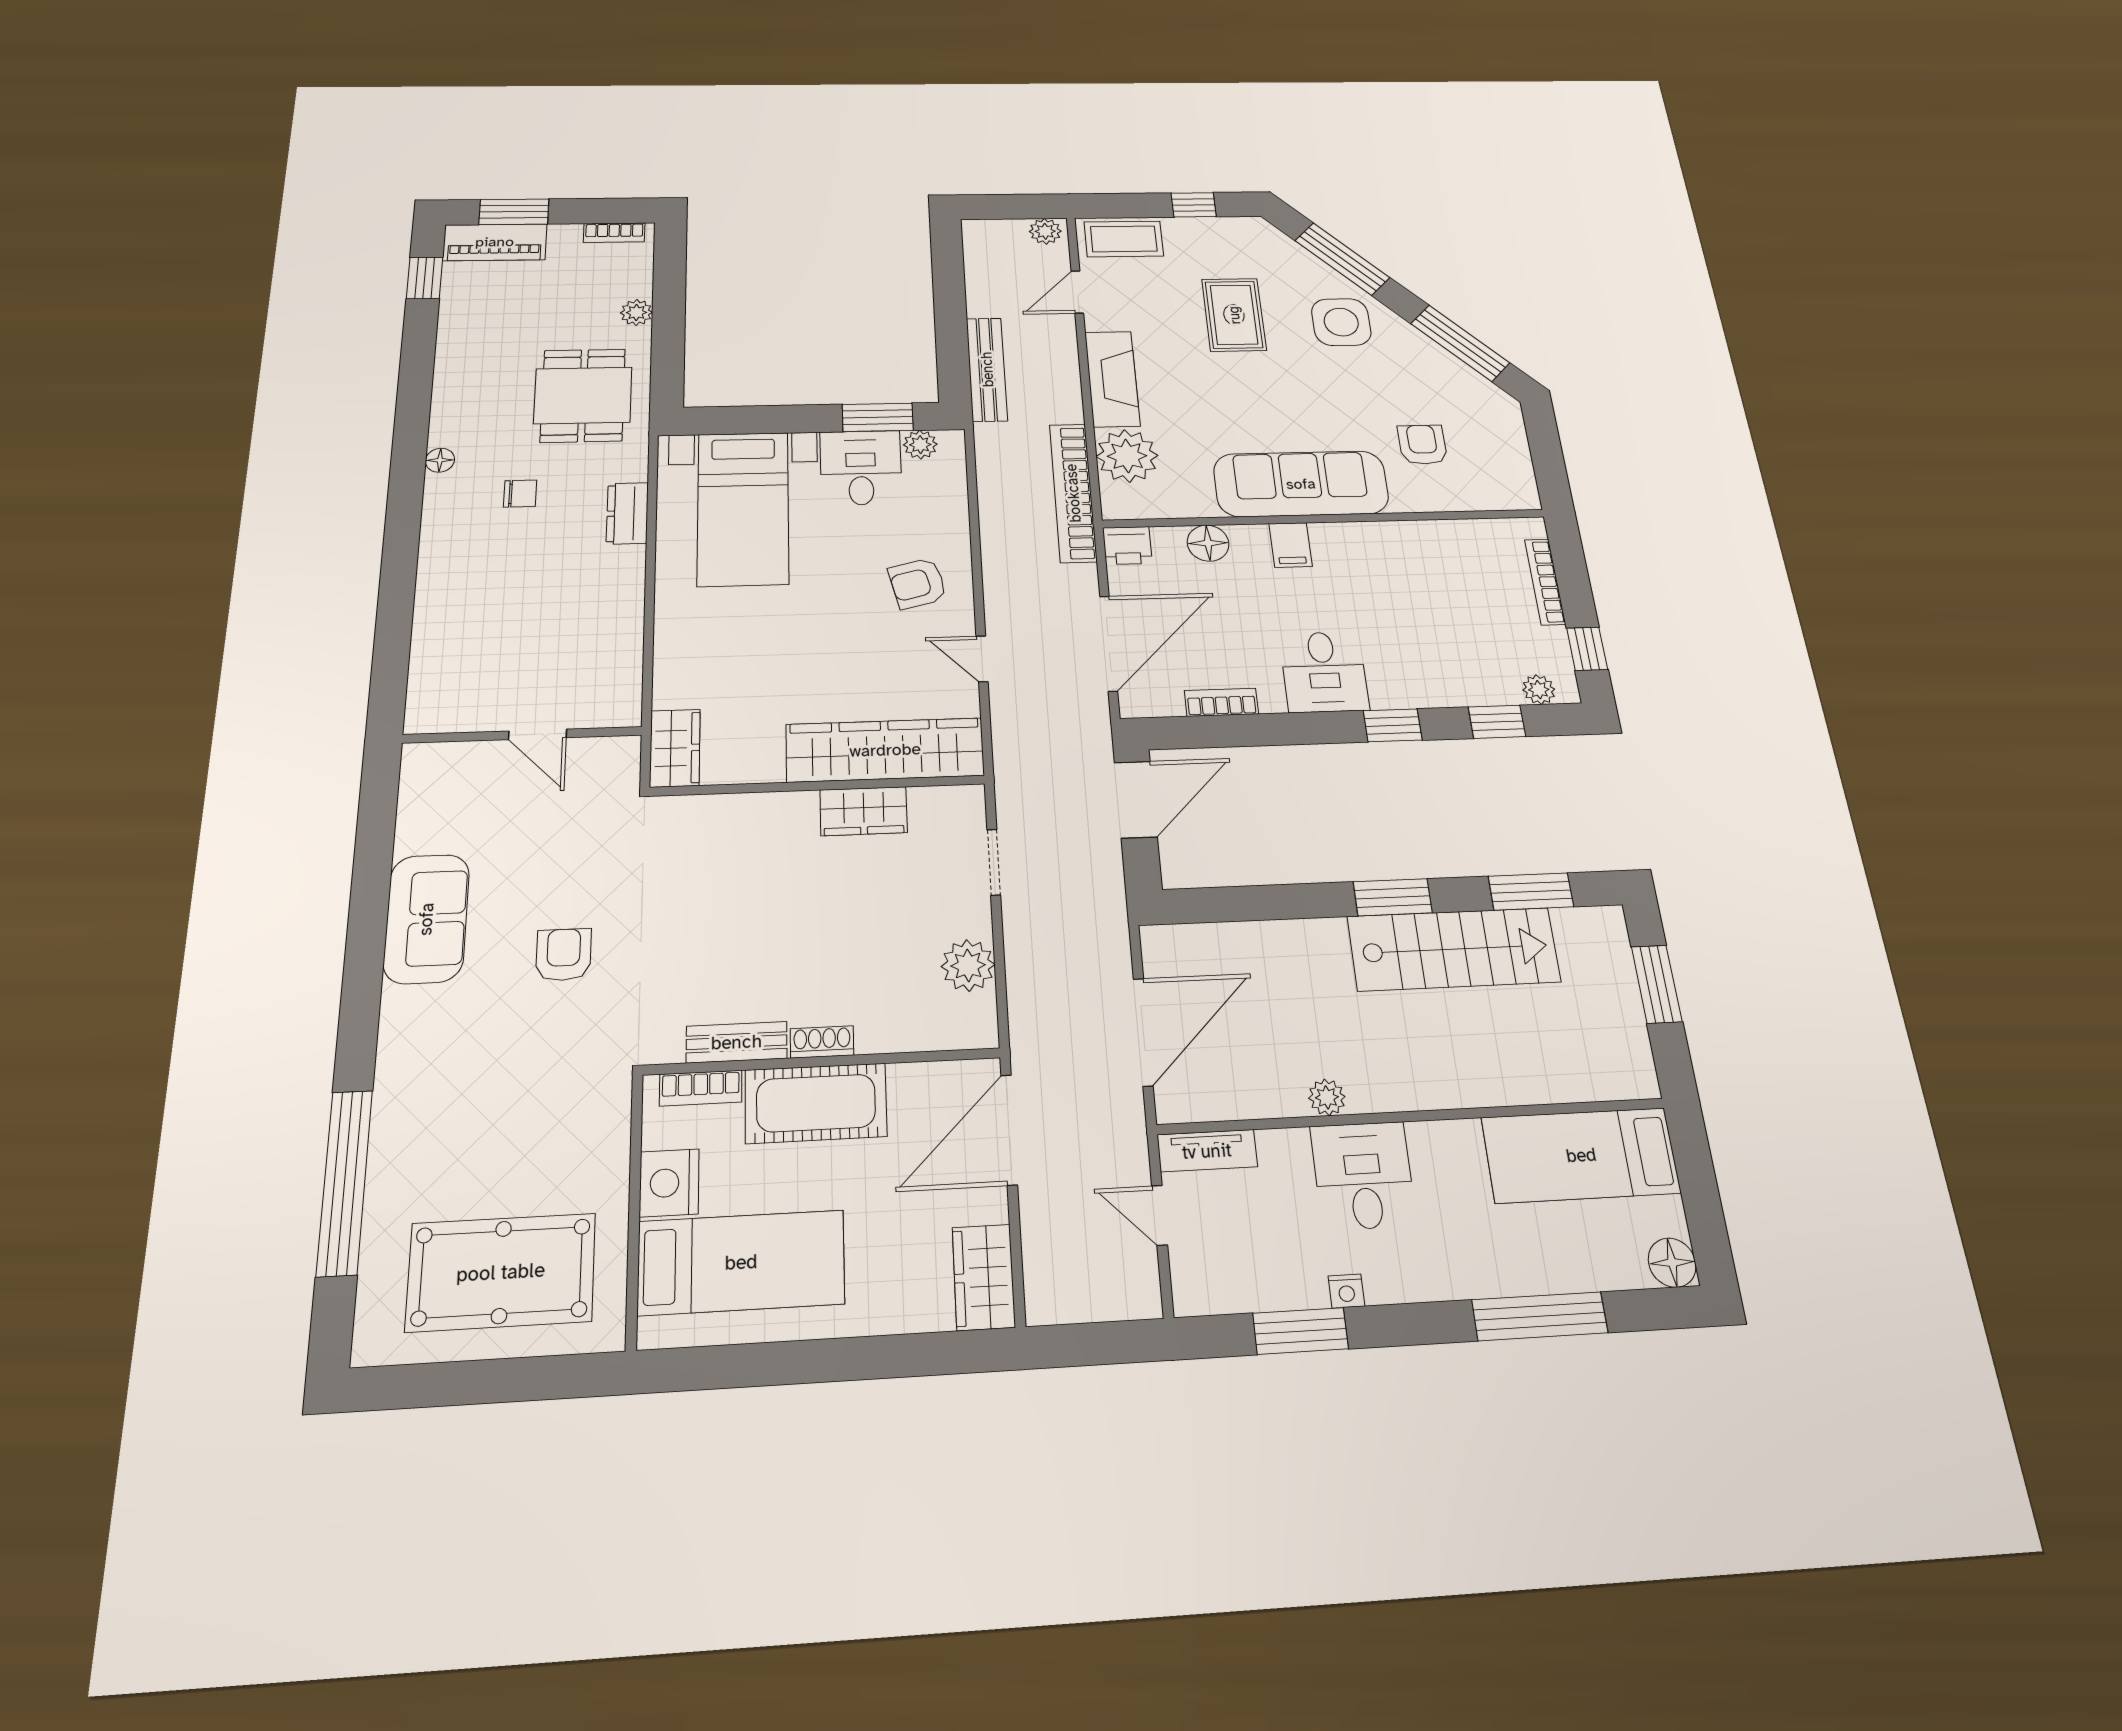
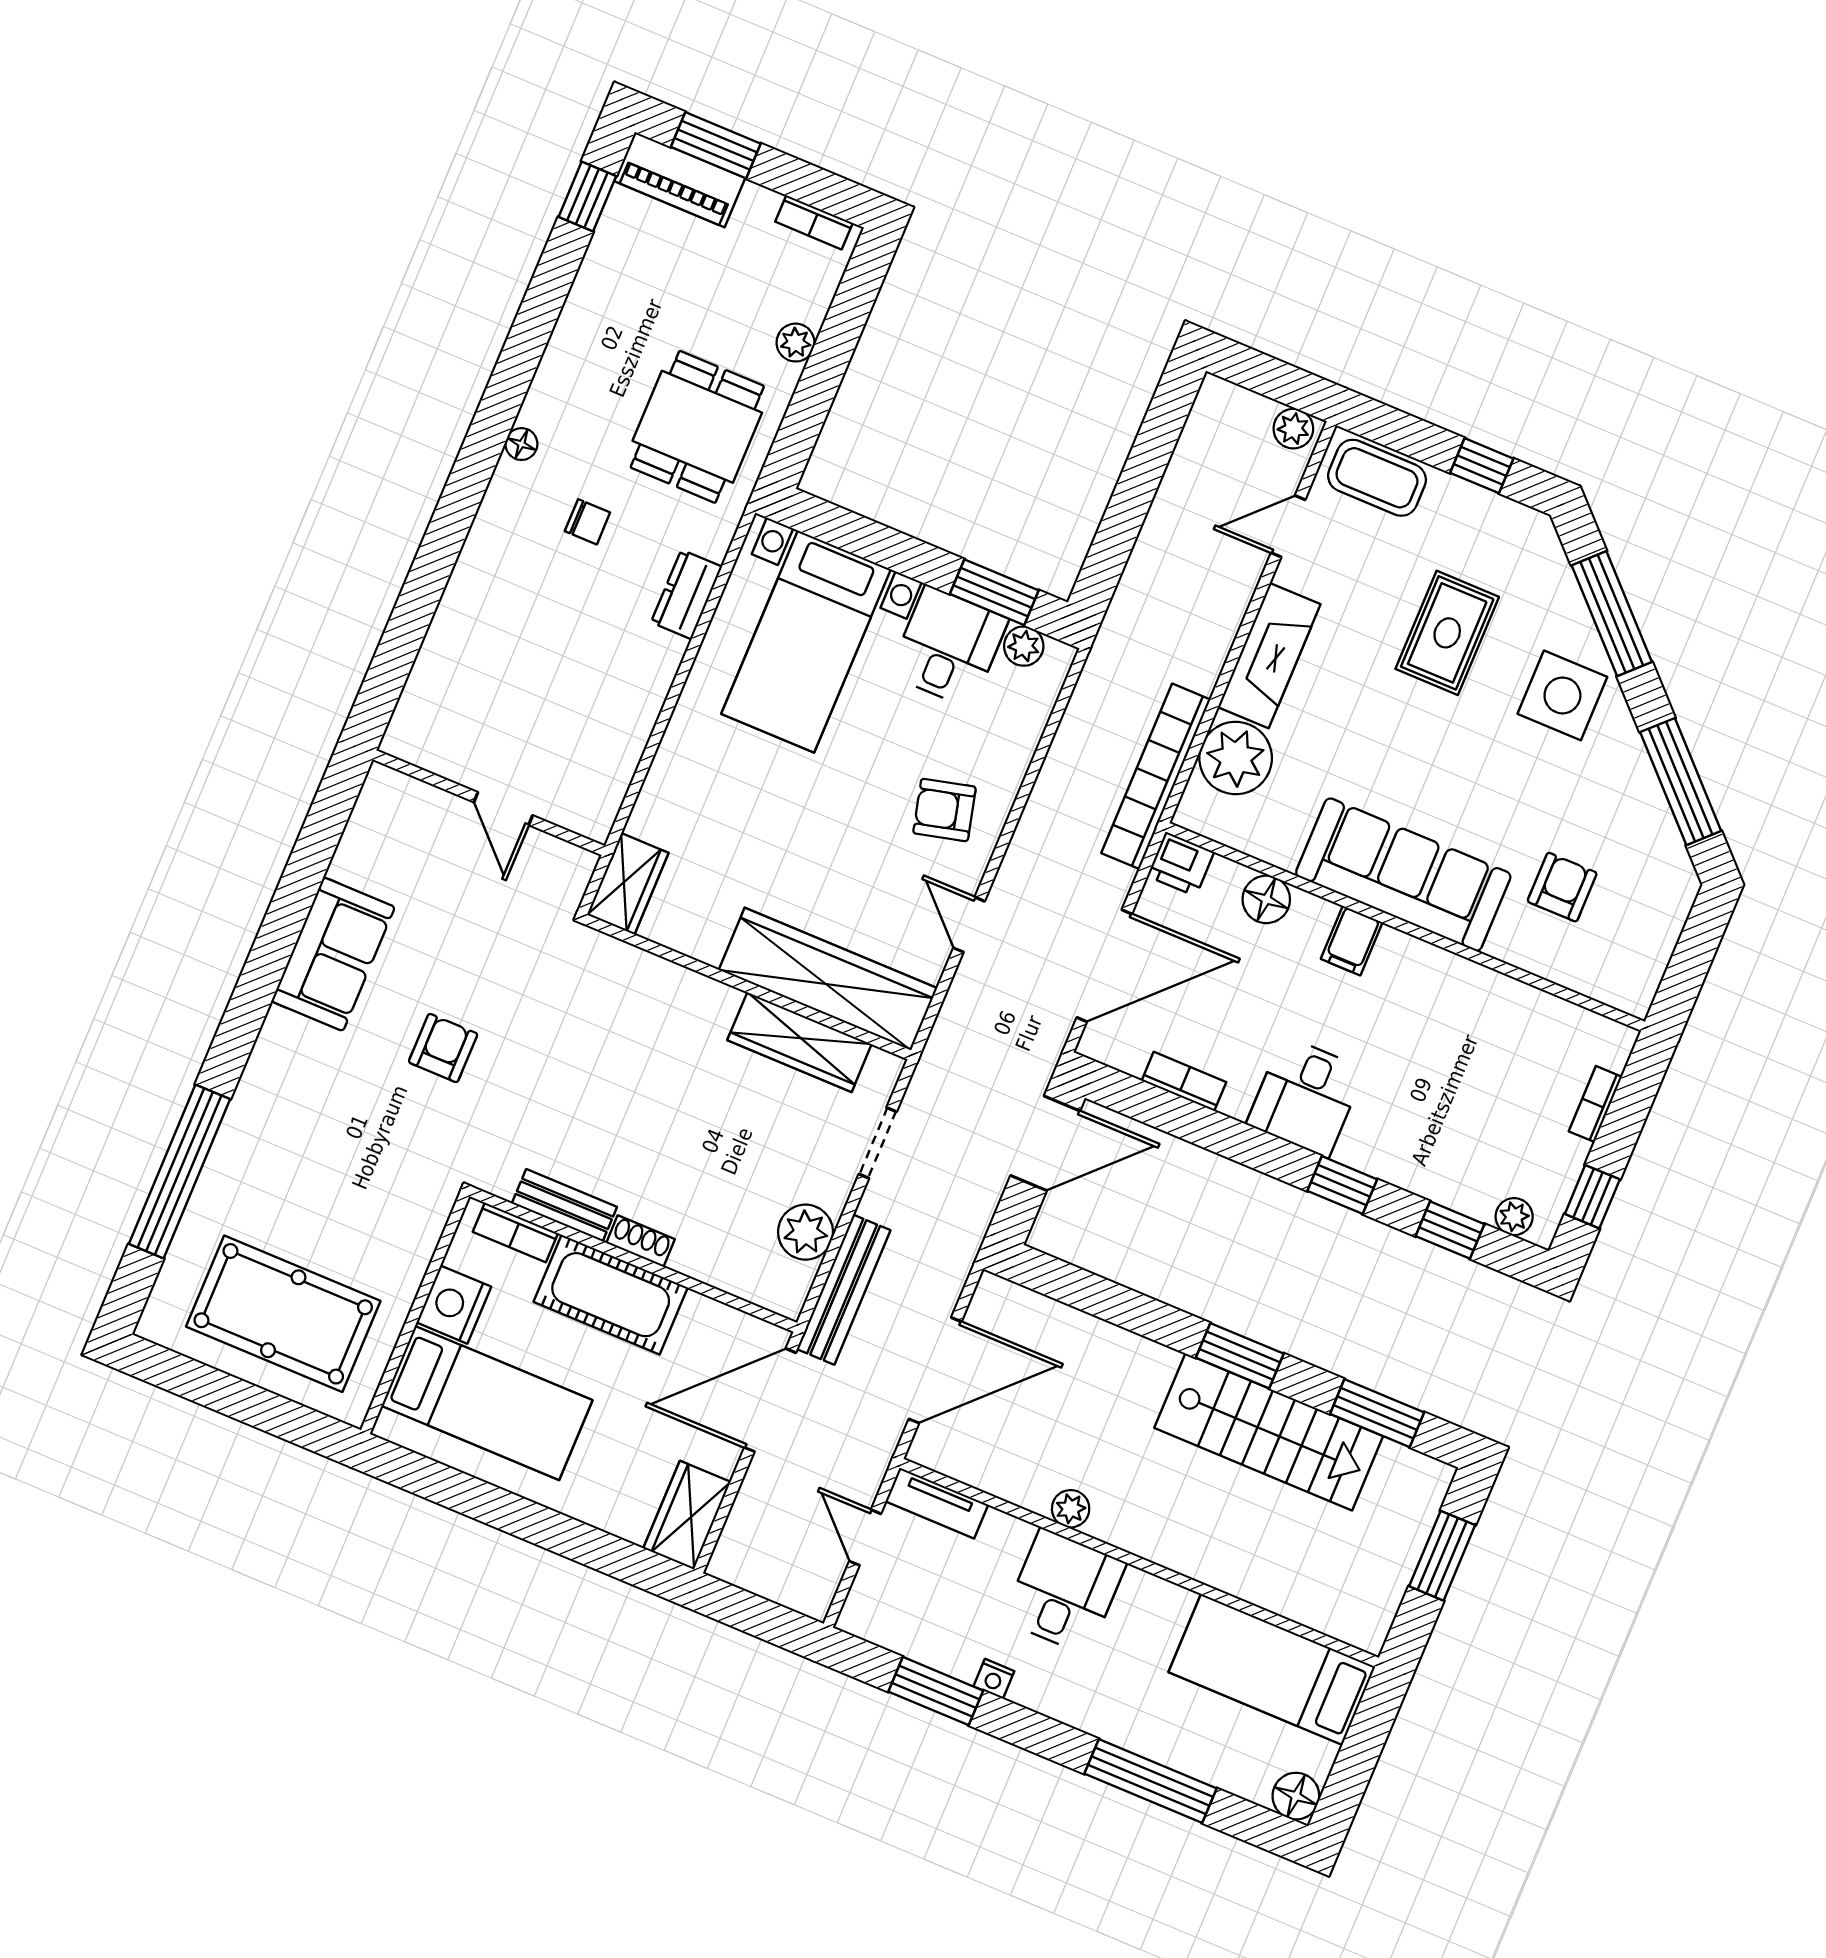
bench: (987, 369) -> (844, 1290), moved
bookcase: (1545, 582) -> (1595, 1104), width x0.64
wardrobe: (864, 811) -> (799, 1042), width x1.50

